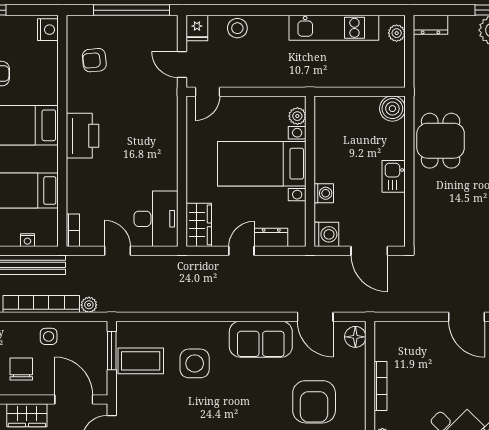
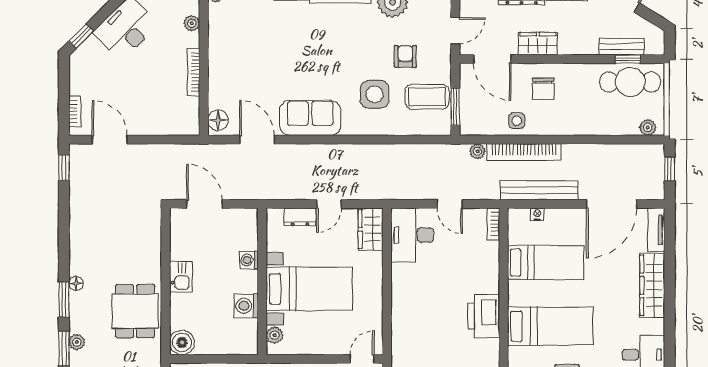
washing machine: (326, 234) -> (246, 306), moved
armchair: (314, 402) -> (405, 56), moved, width x0.53, depth x0.53

